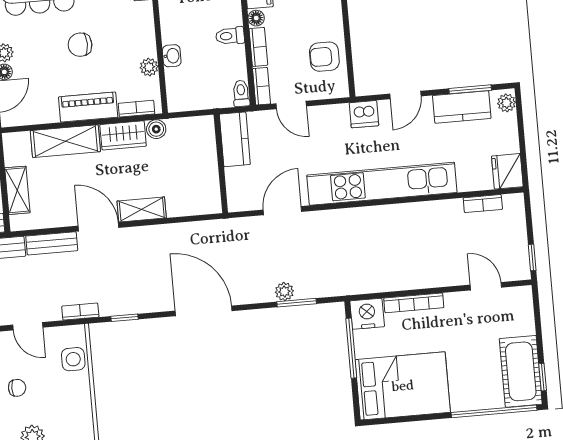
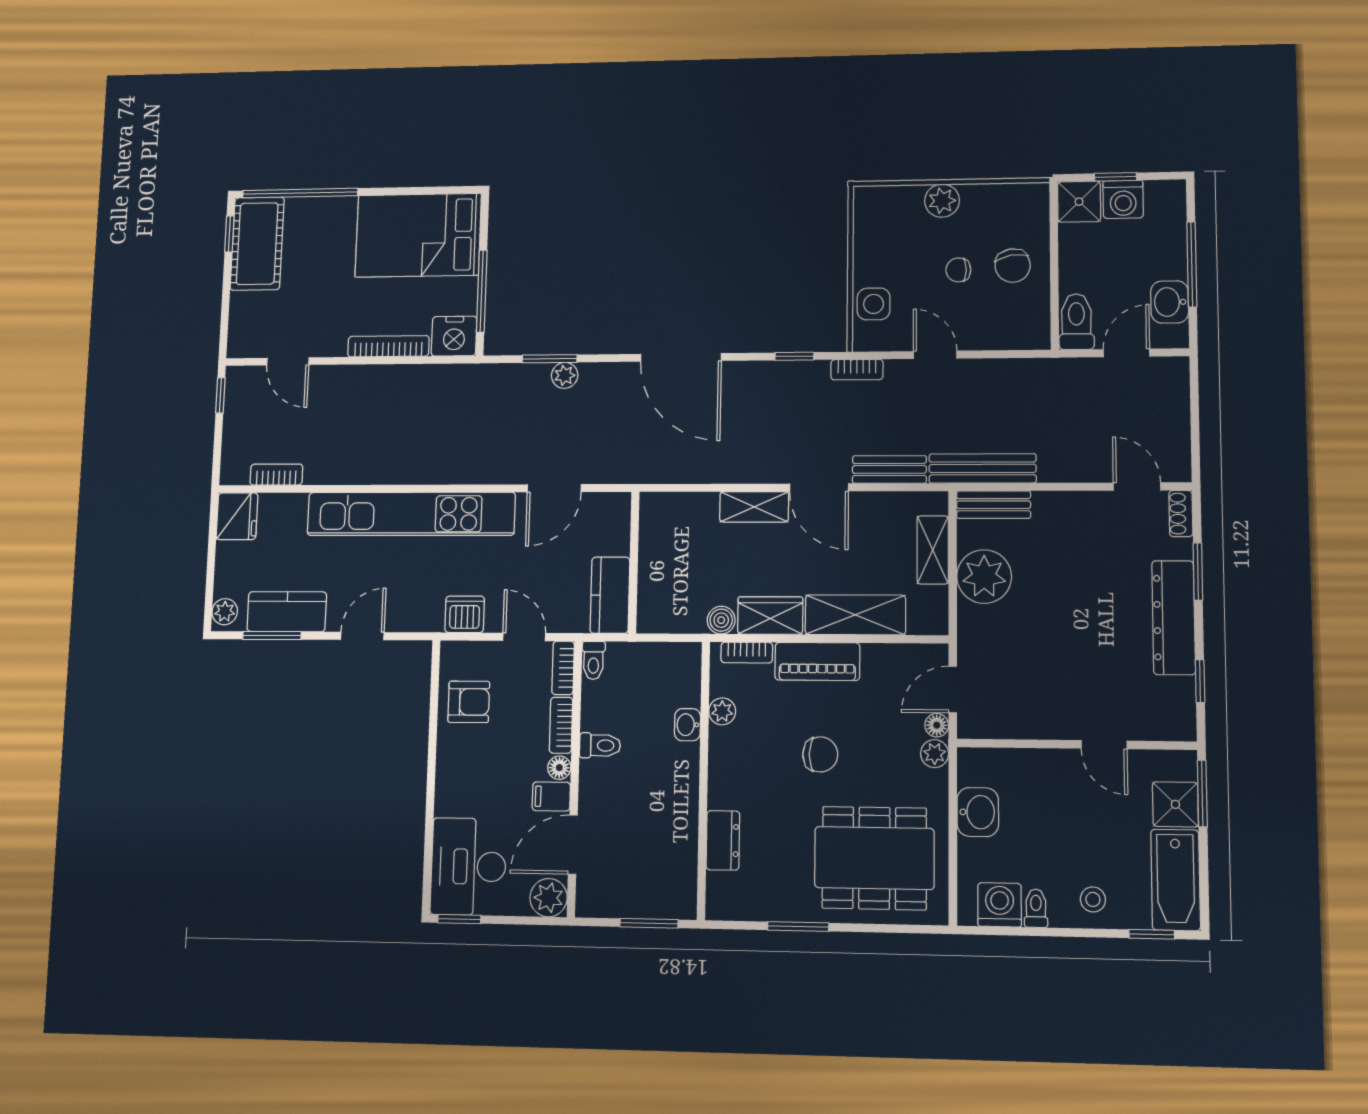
dishwasher: (364, 114) -> (465, 614), moved

